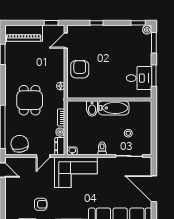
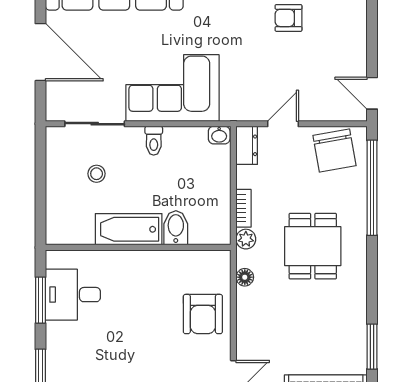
plant: (60, 132) -> (246, 239), moved
corner sofa: (76, 172) -> (172, 88), moved

